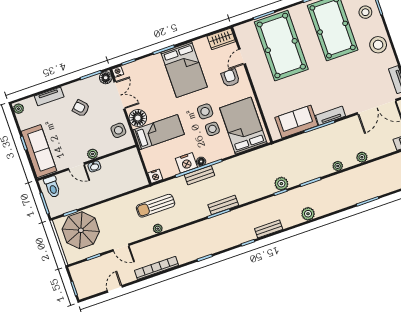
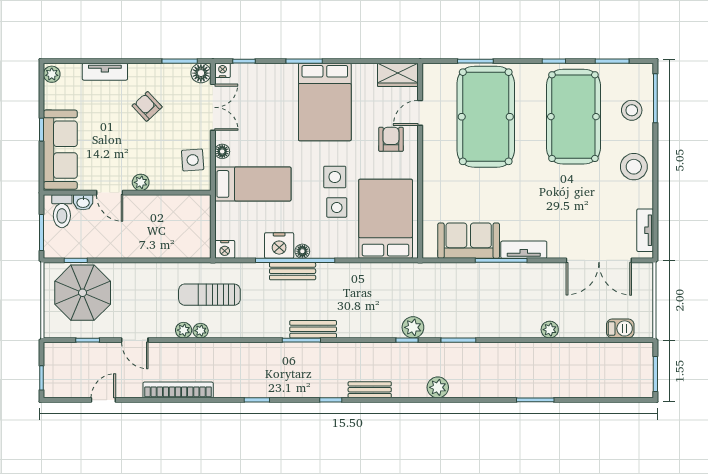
floor lamp: (138, 118) -> (222, 151), width x0.53, depth x0.53
washbasin: (94, 166) -> (83, 202), moved
plant: (338, 166) -> (184, 330), moved

